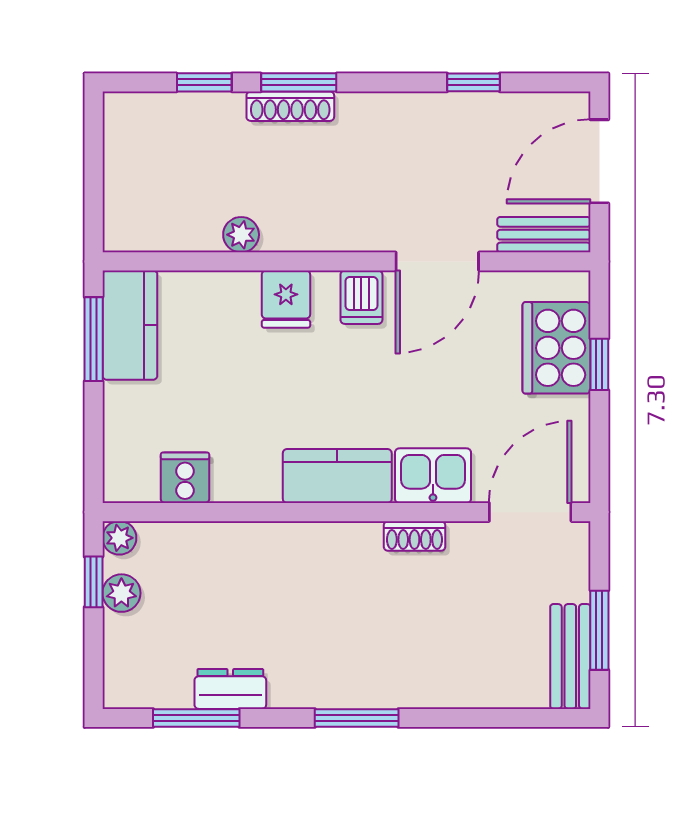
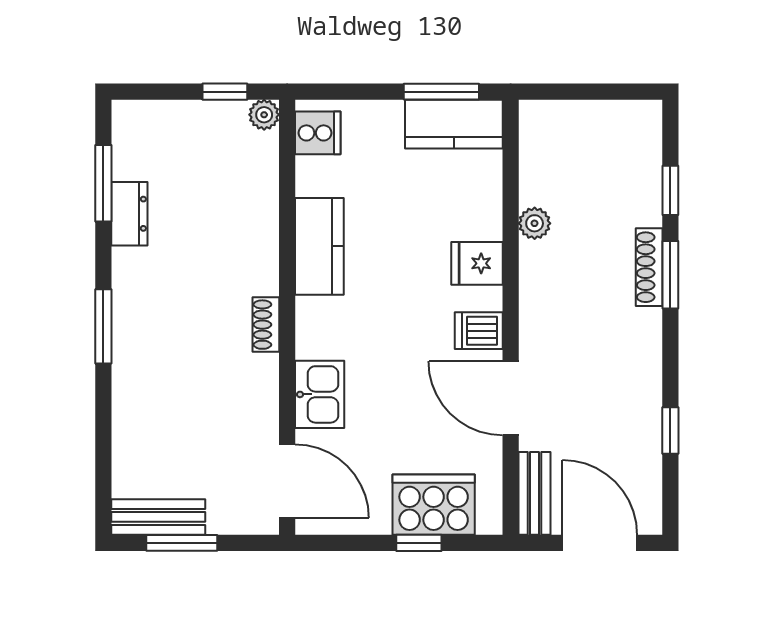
kitchen counter: (337, 476) -> (319, 246), moved
cooker: (185, 478) -> (318, 133), moved
shoe rack: (414, 536) -> (266, 325), moved
plant: (121, 593) -> (215, 117), removed

